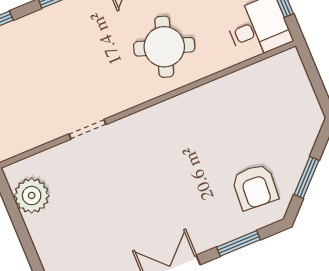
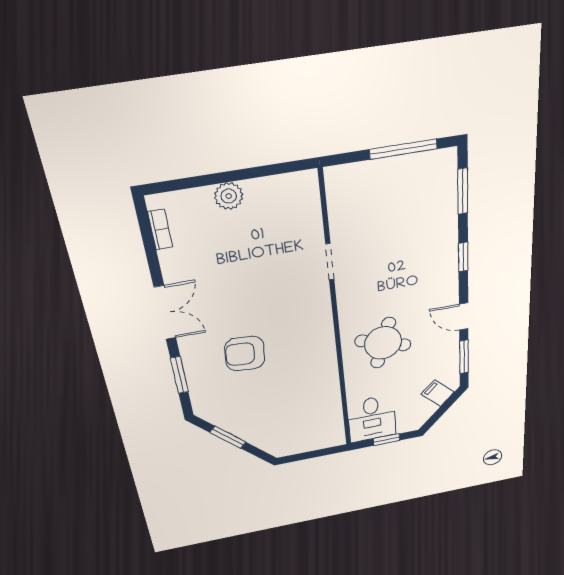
armchair: (255, 187) -> (245, 354), moved
plant: (32, 196) -> (229, 196), moved, width x0.73, depth x0.73

